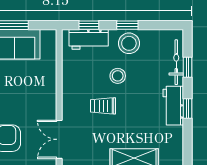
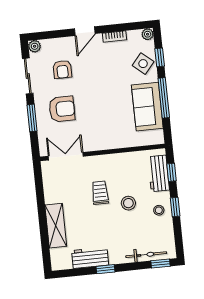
stool: (129, 43) -> (159, 210), width x0.53, depth x0.53
window: (188, 67) -> (161, 263), moved
workbench: (173, 106) -> (90, 258), moved

